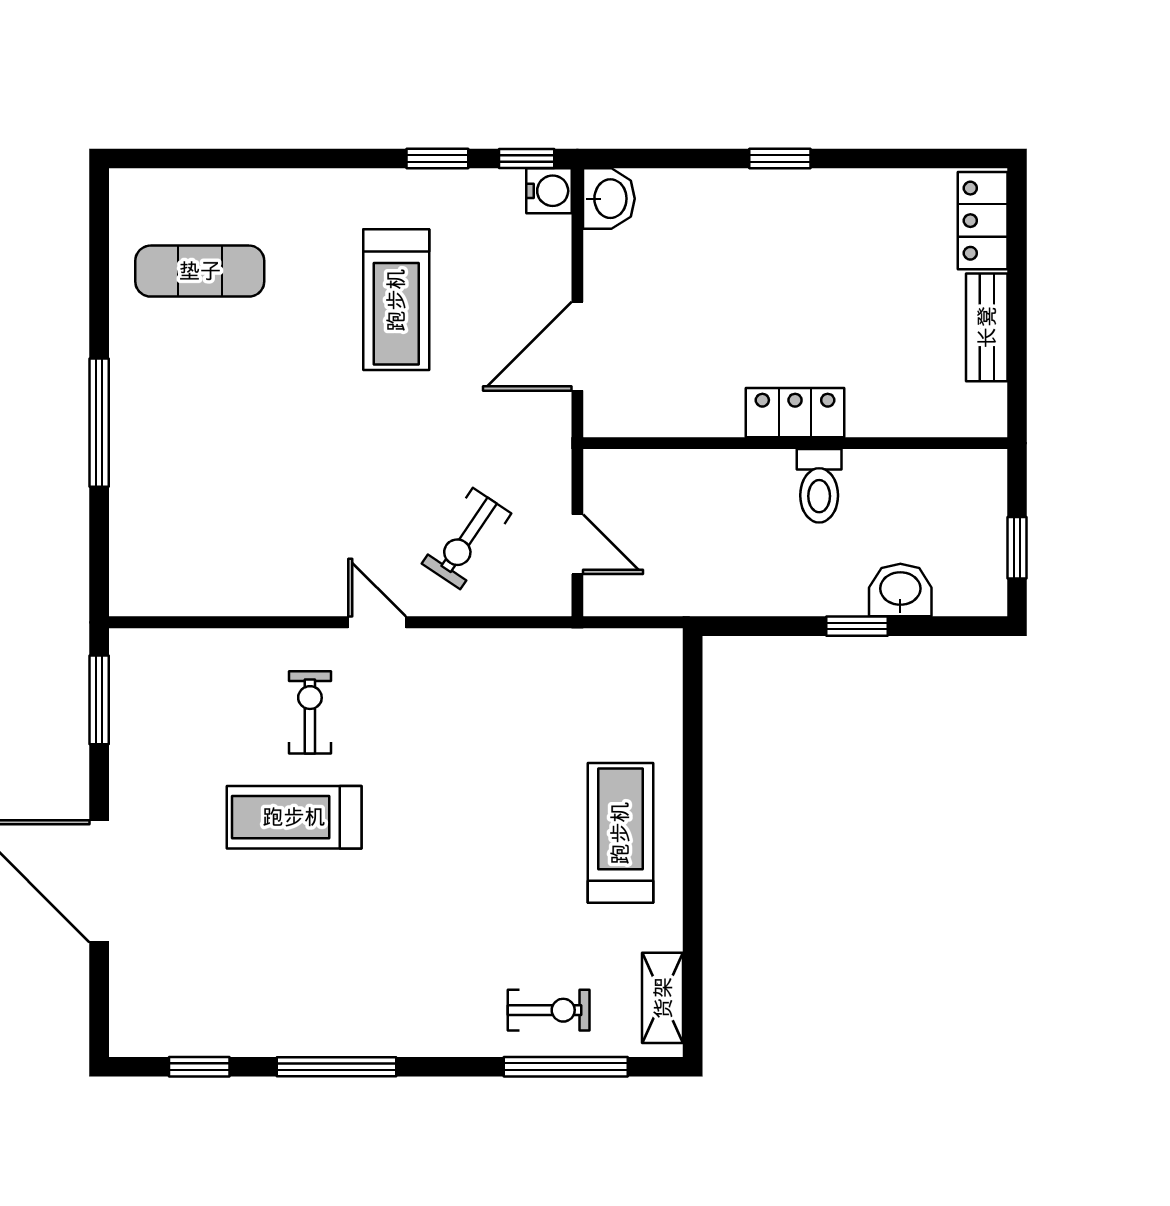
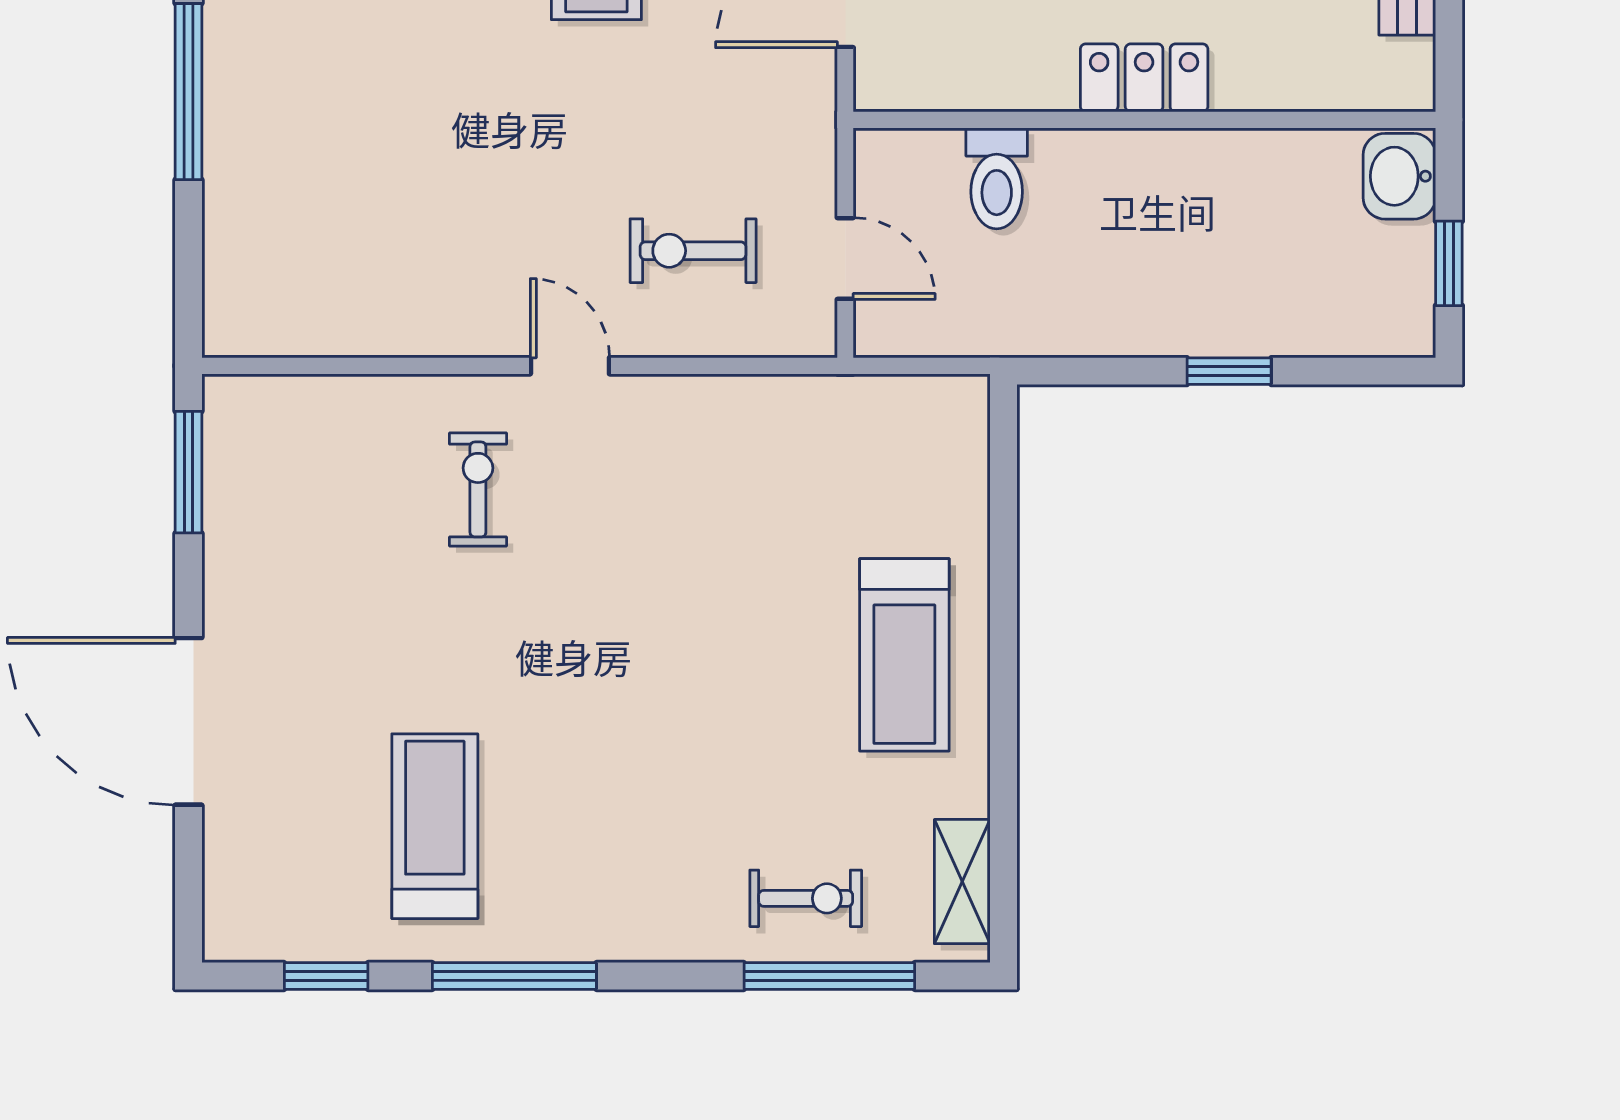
toilet: (819, 486) -> (997, 178), moved
exercise bike: (467, 538) -> (693, 251), turned 56
washbasin: (900, 590) -> (1399, 176), moved, turned -90
treadmill: (294, 817) -> (435, 826), moved, turned 90
treadmill: (620, 833) -> (904, 655), turned 180

